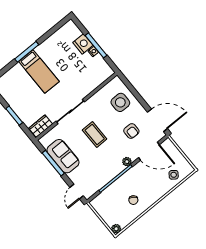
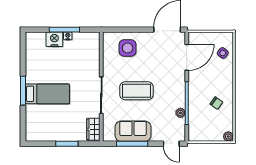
armchair: (131, 131) -> (158, 58), removed
coffee table: (95, 134) -> (136, 91), width x1.36, depth x1.32
plant: (127, 162) -> (180, 113), moved

